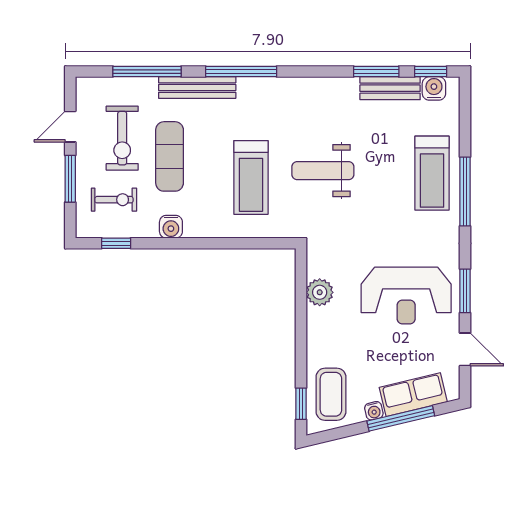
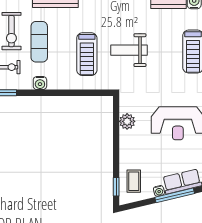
coffee table: (331, 394) -> (134, 181), width x0.73, depth x0.77

